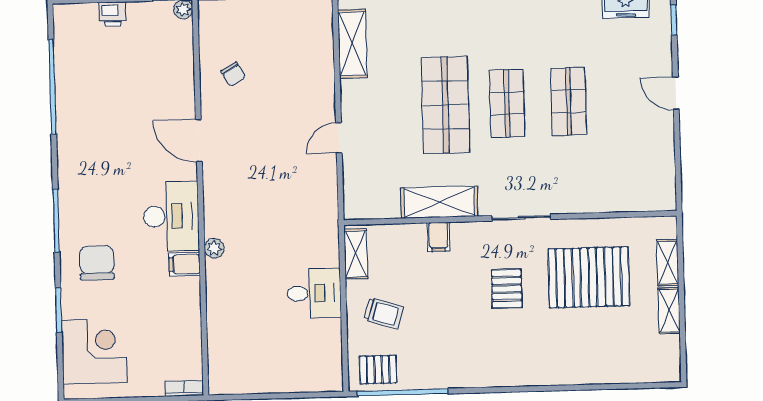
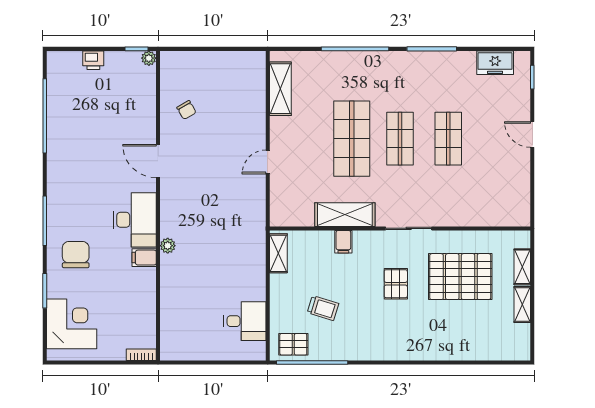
desk: (314, 293) -> (245, 321), moved
trolley: (383, 313) -> (323, 308), moved

